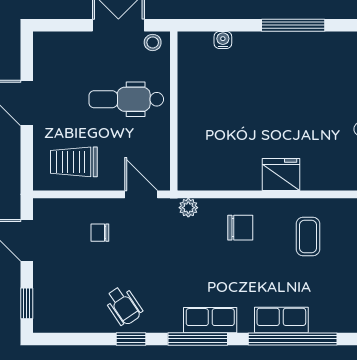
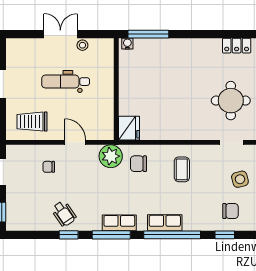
window: (293, 25) -> (148, 34), moved
wall: (174, 111) -> (116, 89), moved
fridge: (281, 175) -> (129, 128), moved, turned 90
plant: (188, 208) -> (111, 156), width x1.87, depth x1.87
chair: (240, 228) -> (138, 164), turned 180

